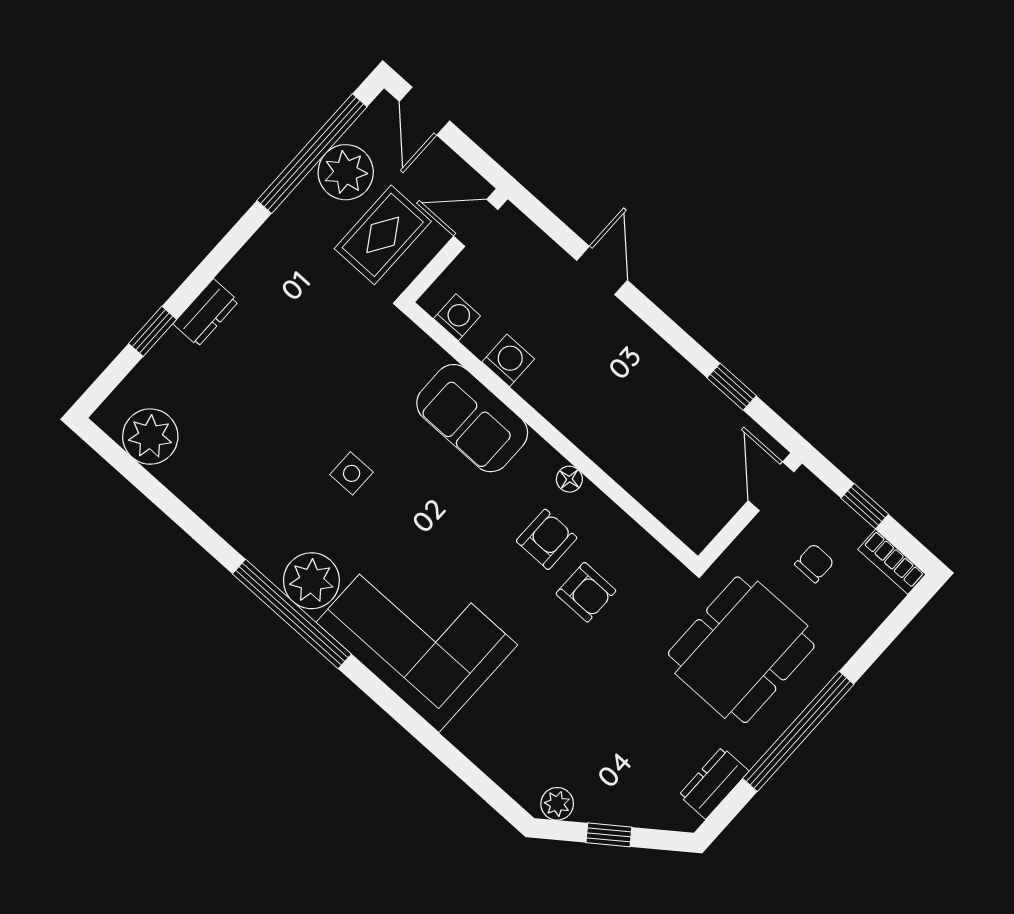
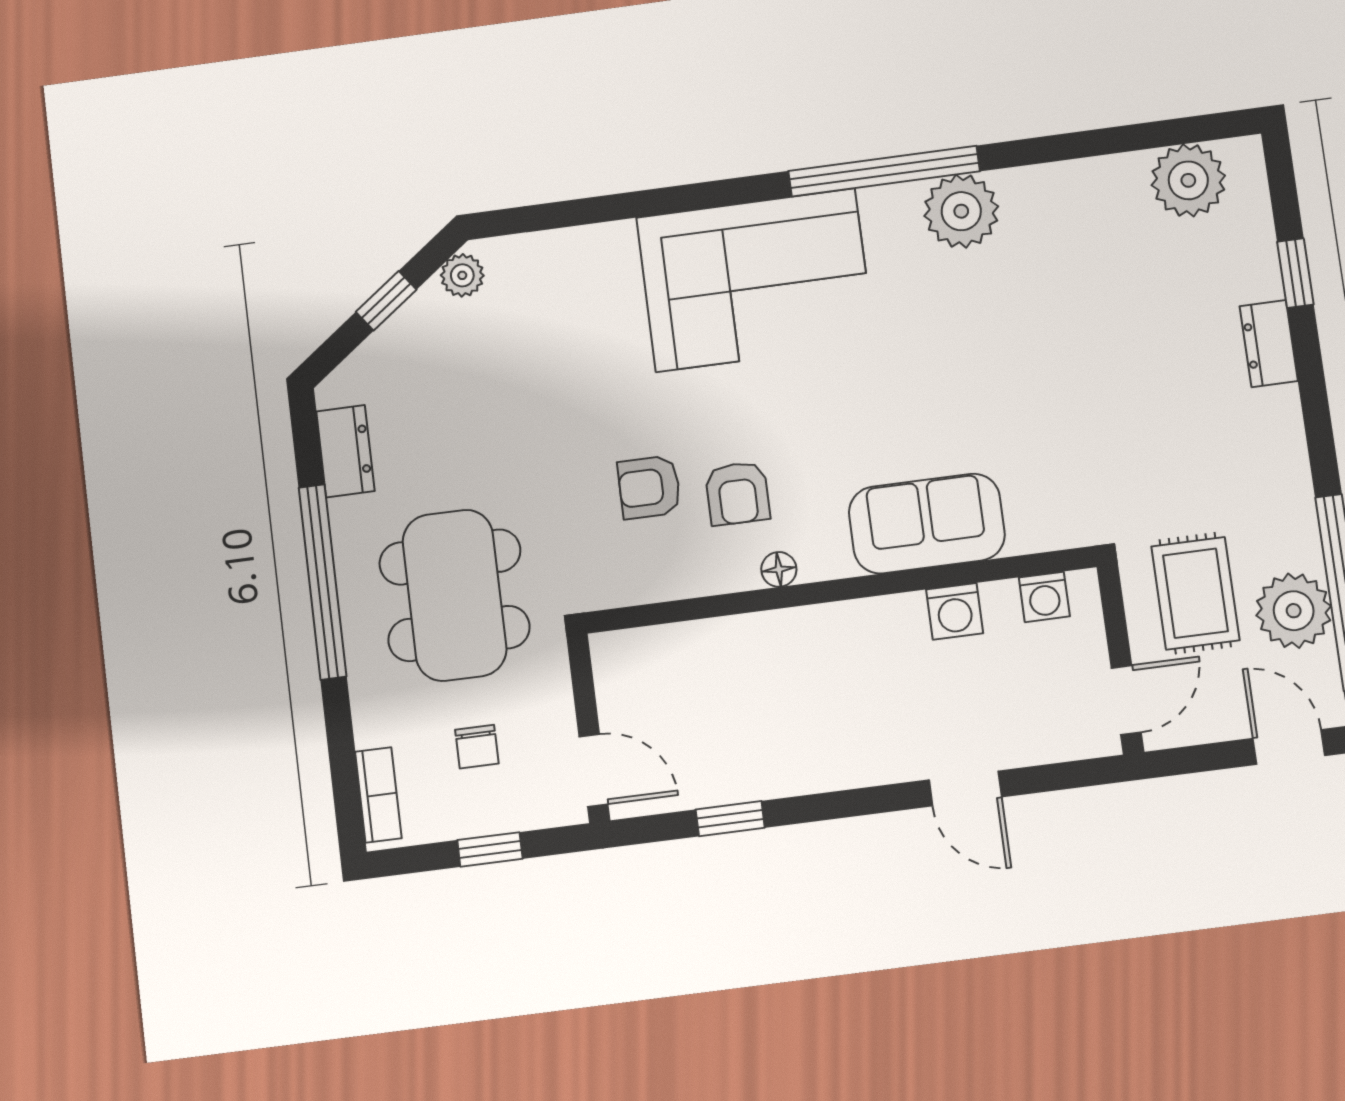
side table: (352, 473) -> (976, 352), removed
bookcase: (892, 562) -> (378, 795), moved, turned 90
plant: (311, 581) -> (961, 211), moved

